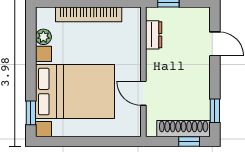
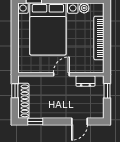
door: (143, 93) -> (61, 74), moved
window: (189, 142) -> (15, 91), moved

